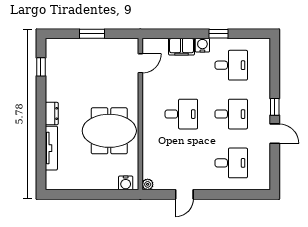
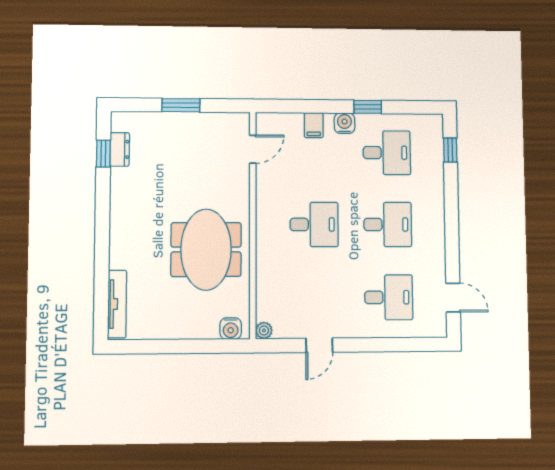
filing cabinet: (182, 47) -> (314, 125), width x0.50
window: (275, 107) -> (450, 150), moved
dresser: (52, 114) -> (120, 149), moved
meeting table: (109, 131) -> (206, 250), turned 90
door: (275, 134) -> (453, 298), moved
tv unit: (51, 148) -> (117, 304), moved

